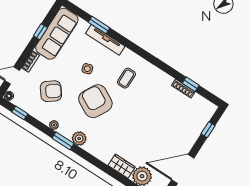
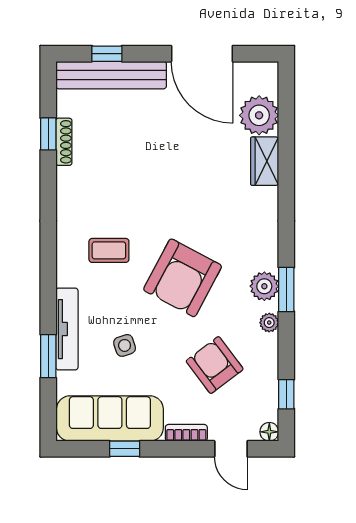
side table: (87, 69) -> (125, 345), moved
bench: (198, 126) -> (111, 75), added
plant: (79, 138) -> (264, 286), moved

